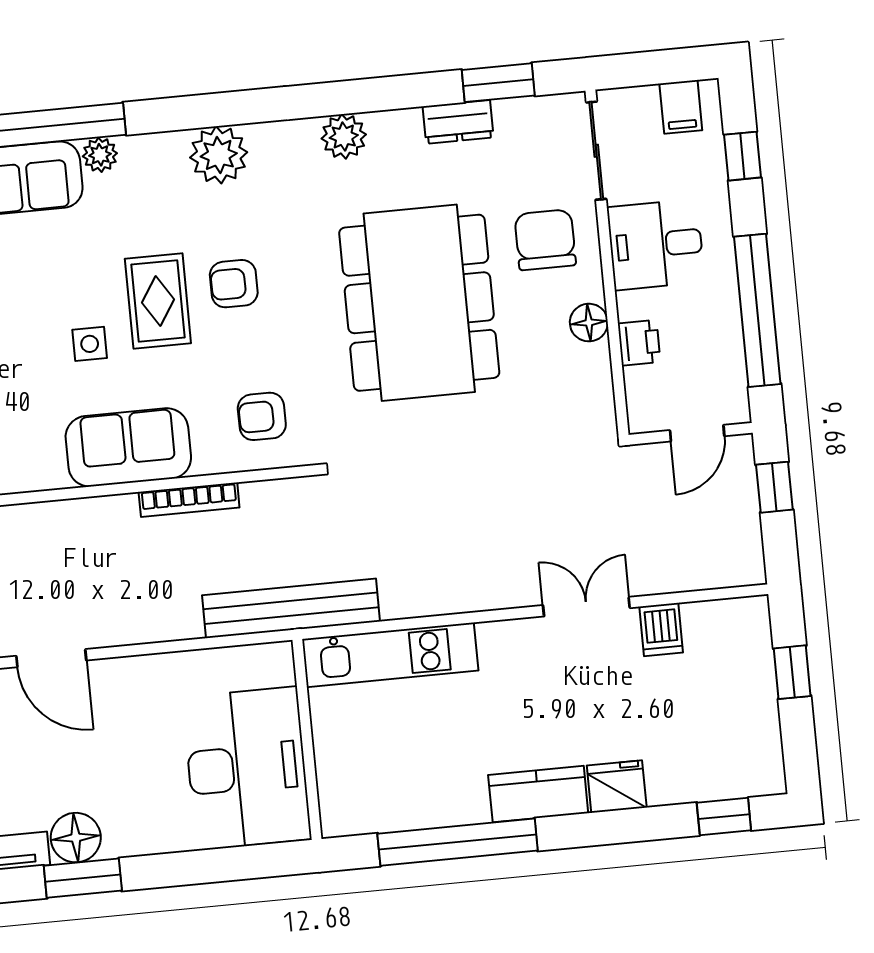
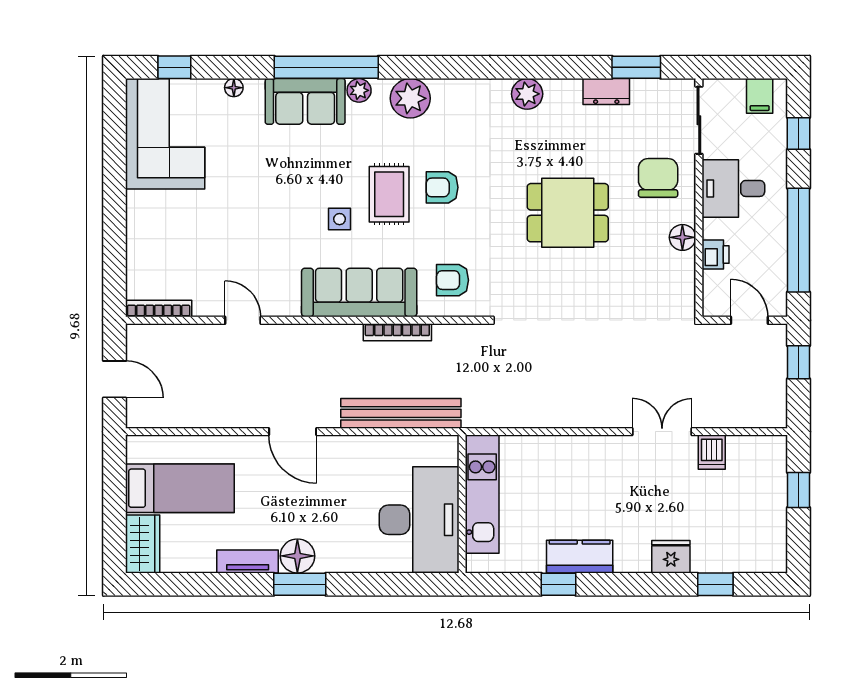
plant: (219, 155) -> (410, 98), moved
dining table: (419, 303) -> (568, 213), width x0.53, depth x0.80
door: (697, 433) -> (749, 320), swing flipped
sofa: (128, 447) -> (359, 292), width x1.36
bench: (291, 608) -> (401, 413), moved
kitchen unit: (390, 655) -> (482, 494), moved, turned -90
kitchen counter: (538, 794) -> (580, 557), moved
window: (724, 816) -> (715, 584), moved
window: (458, 842) -> (558, 584), width x0.32

